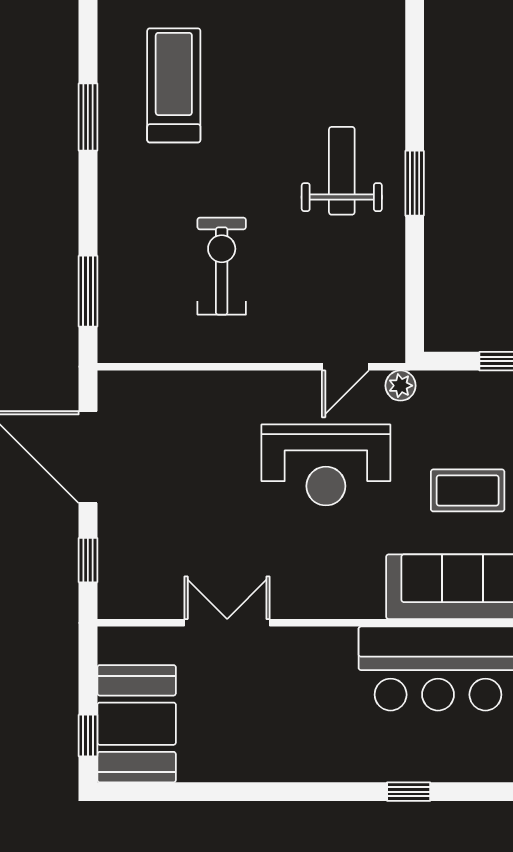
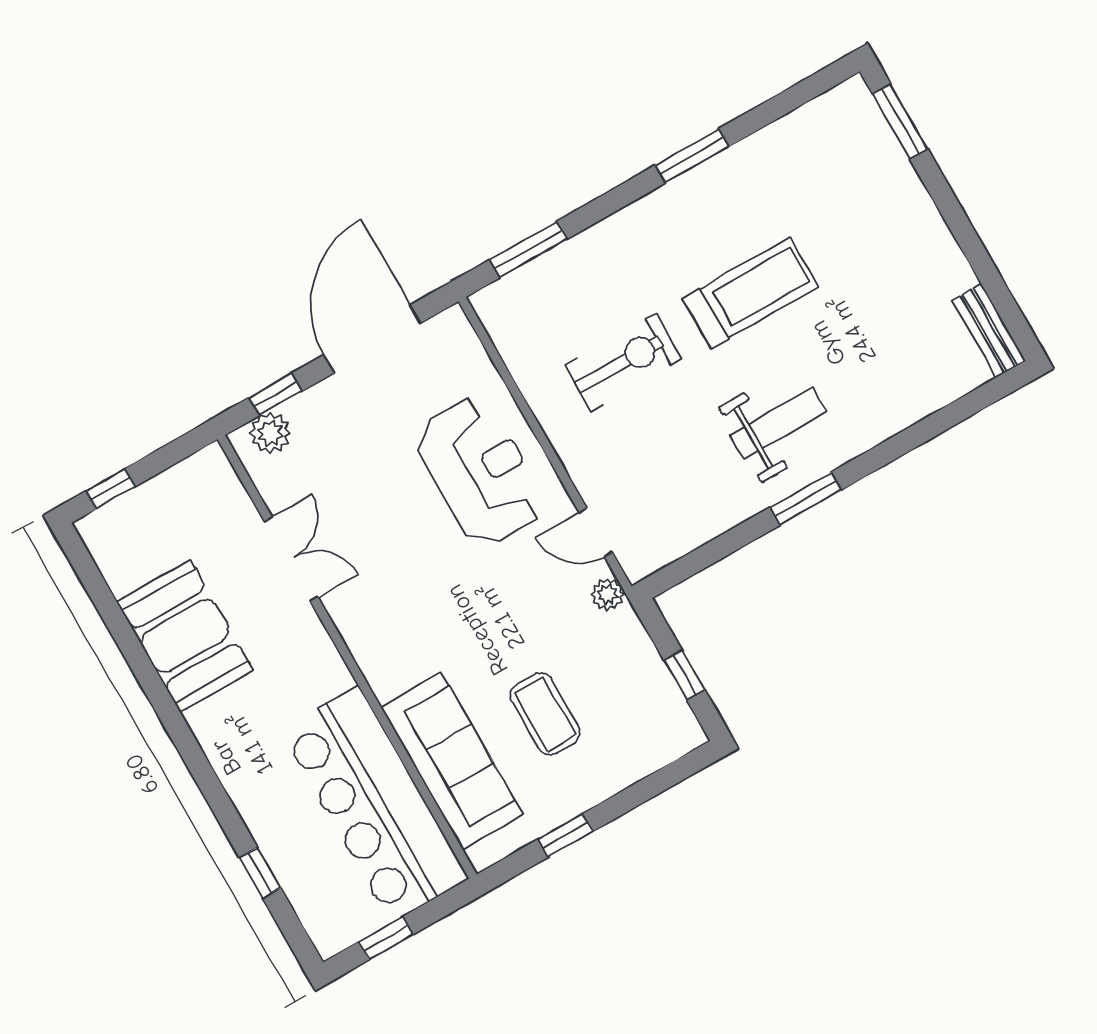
treadmill: (174, 85) -> (751, 293), moved
reception desk: (326, 465) -> (480, 471), moved, turned 180
plant: (116, 582) -> (270, 433), added
booth: (137, 724) -> (185, 636), moved, turned 90
window: (409, 792) -> (260, 873), moved

